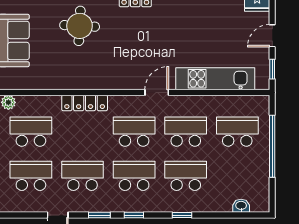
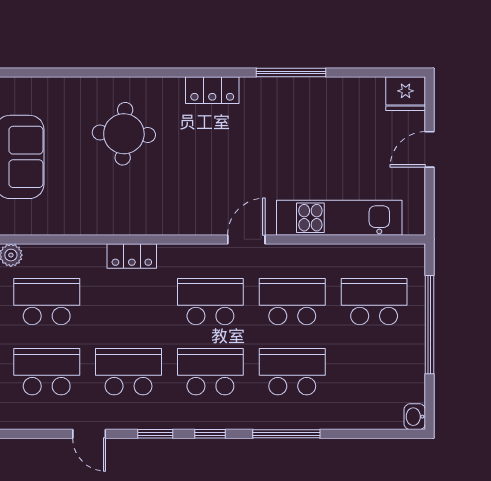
window: (272, 69) -> (429, 202), removed
locker: (85, 103) -> (132, 256), width x0.66
washbasin: (241, 206) -> (415, 417), moved, turned -90
window: (182, 215) -> (286, 434), width x2.17

